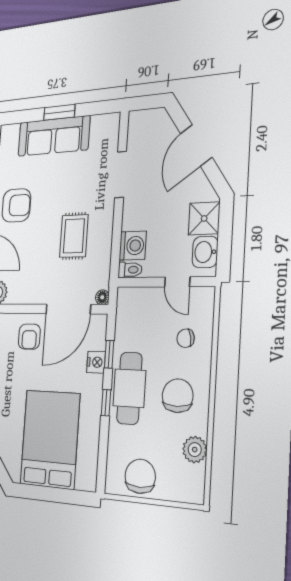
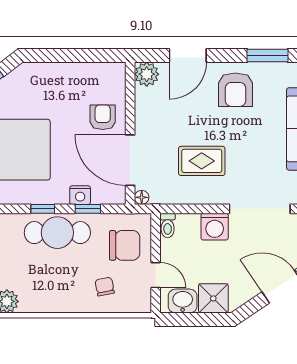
doorway: (121, 174) -> (260, 209), width x1.36
washing machine: (133, 246) -> (215, 227), moved
door: (177, 282) -> (156, 275), swing flipped
armchair: (29, 337) -> (103, 117), turned 90
chair: (178, 396) -> (125, 245), moved

